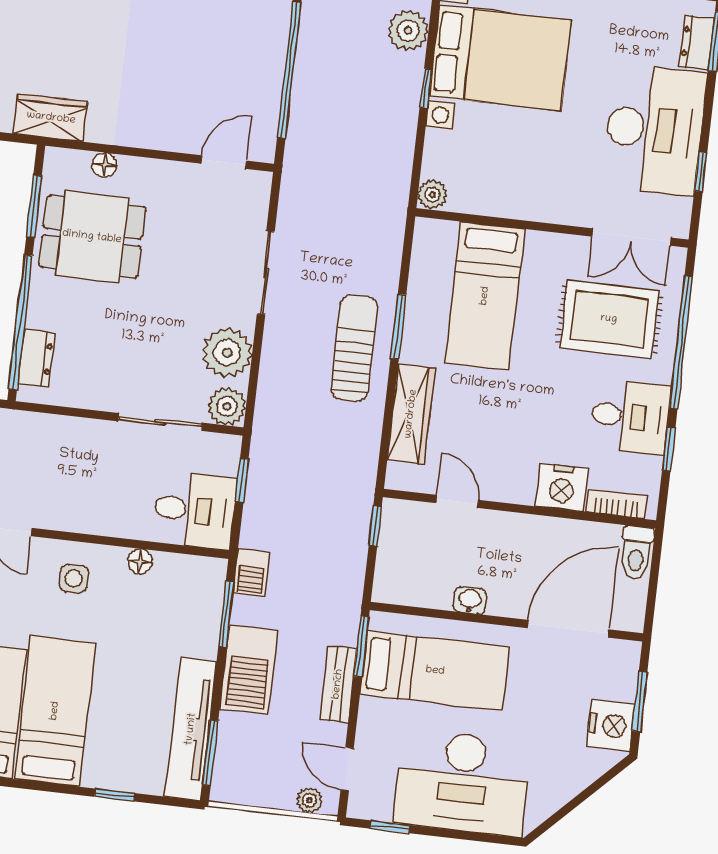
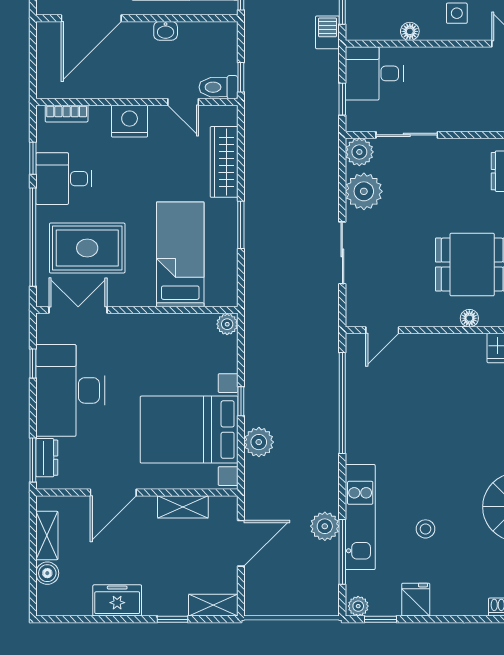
sun lounger: (354, 348) -> (271, 205), removed
nightstand: (562, 487) -> (130, 121), moved
toilet: (636, 553) -> (218, 87), moved, turned -90

